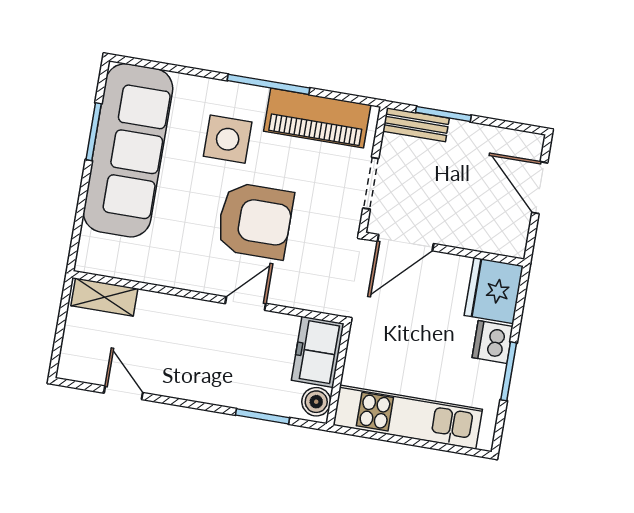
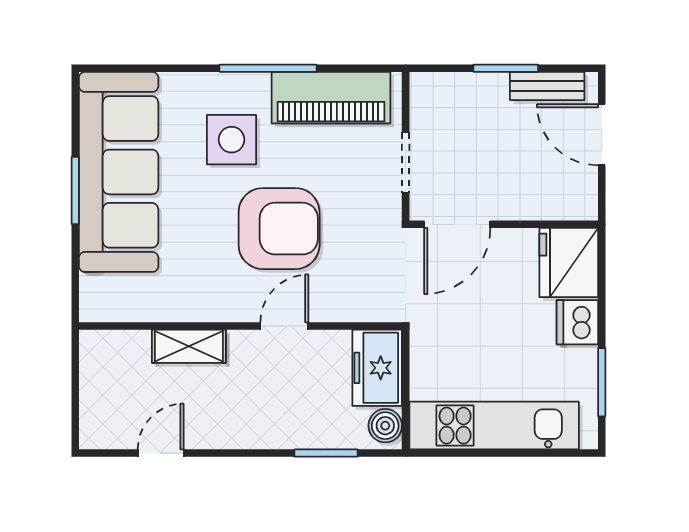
window: (443, 114) -> (506, 68), moved
bench: (416, 125) -> (547, 86), moved
window: (94, 132) -> (75, 190), moved
shelving: (104, 297) -> (189, 346), moved
window: (509, 371) -> (602, 382), moved
door: (123, 393) -> (161, 453), hinge flipped

